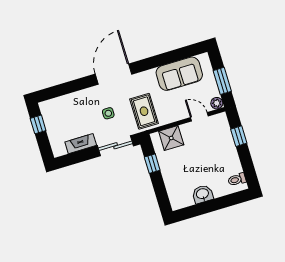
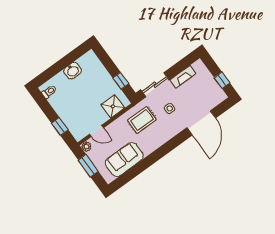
door: (113, 74) -> (201, 123), moved
rug: (144, 111) -> (142, 120), turned 90

